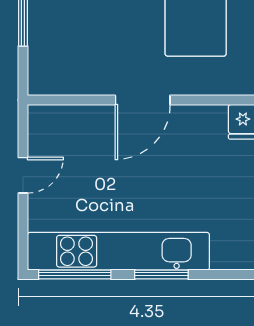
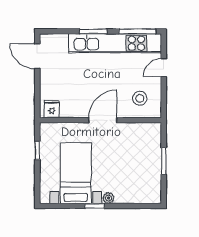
stool: (70, 143) -> (140, 98), added
door: (23, 175) -> (164, 68), moved

